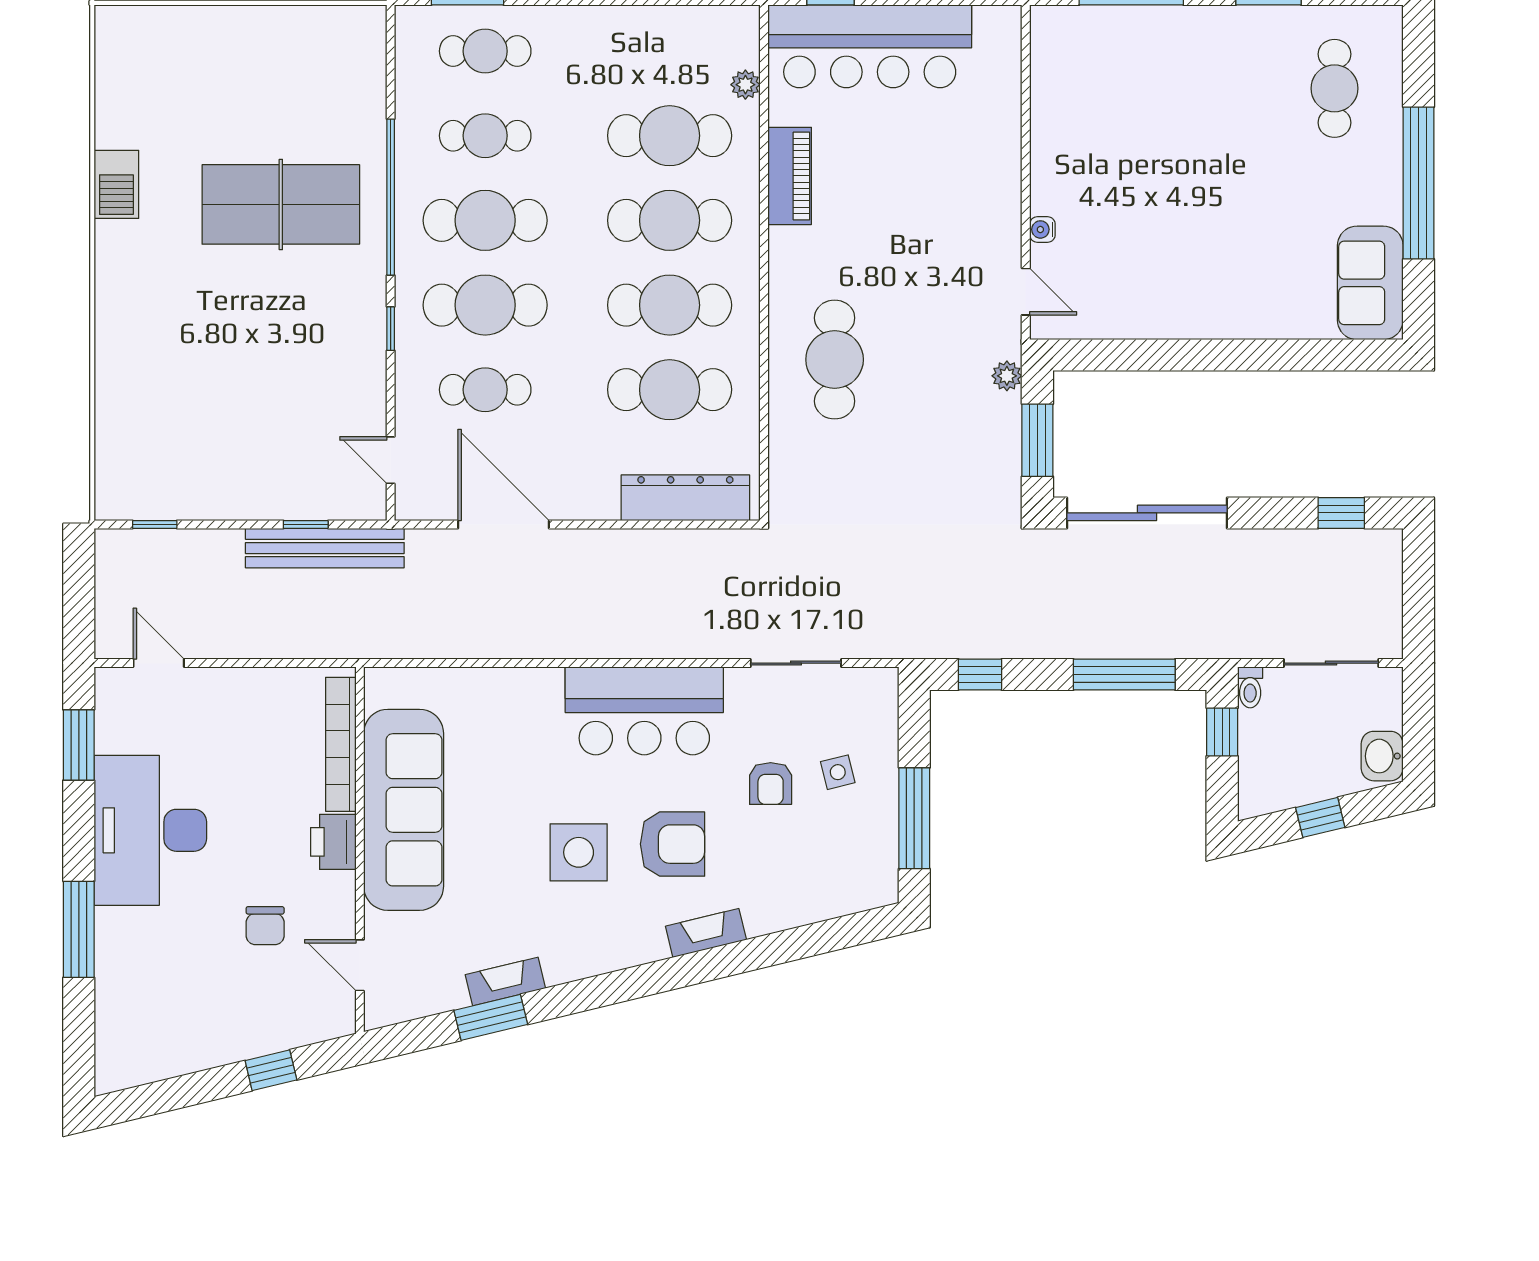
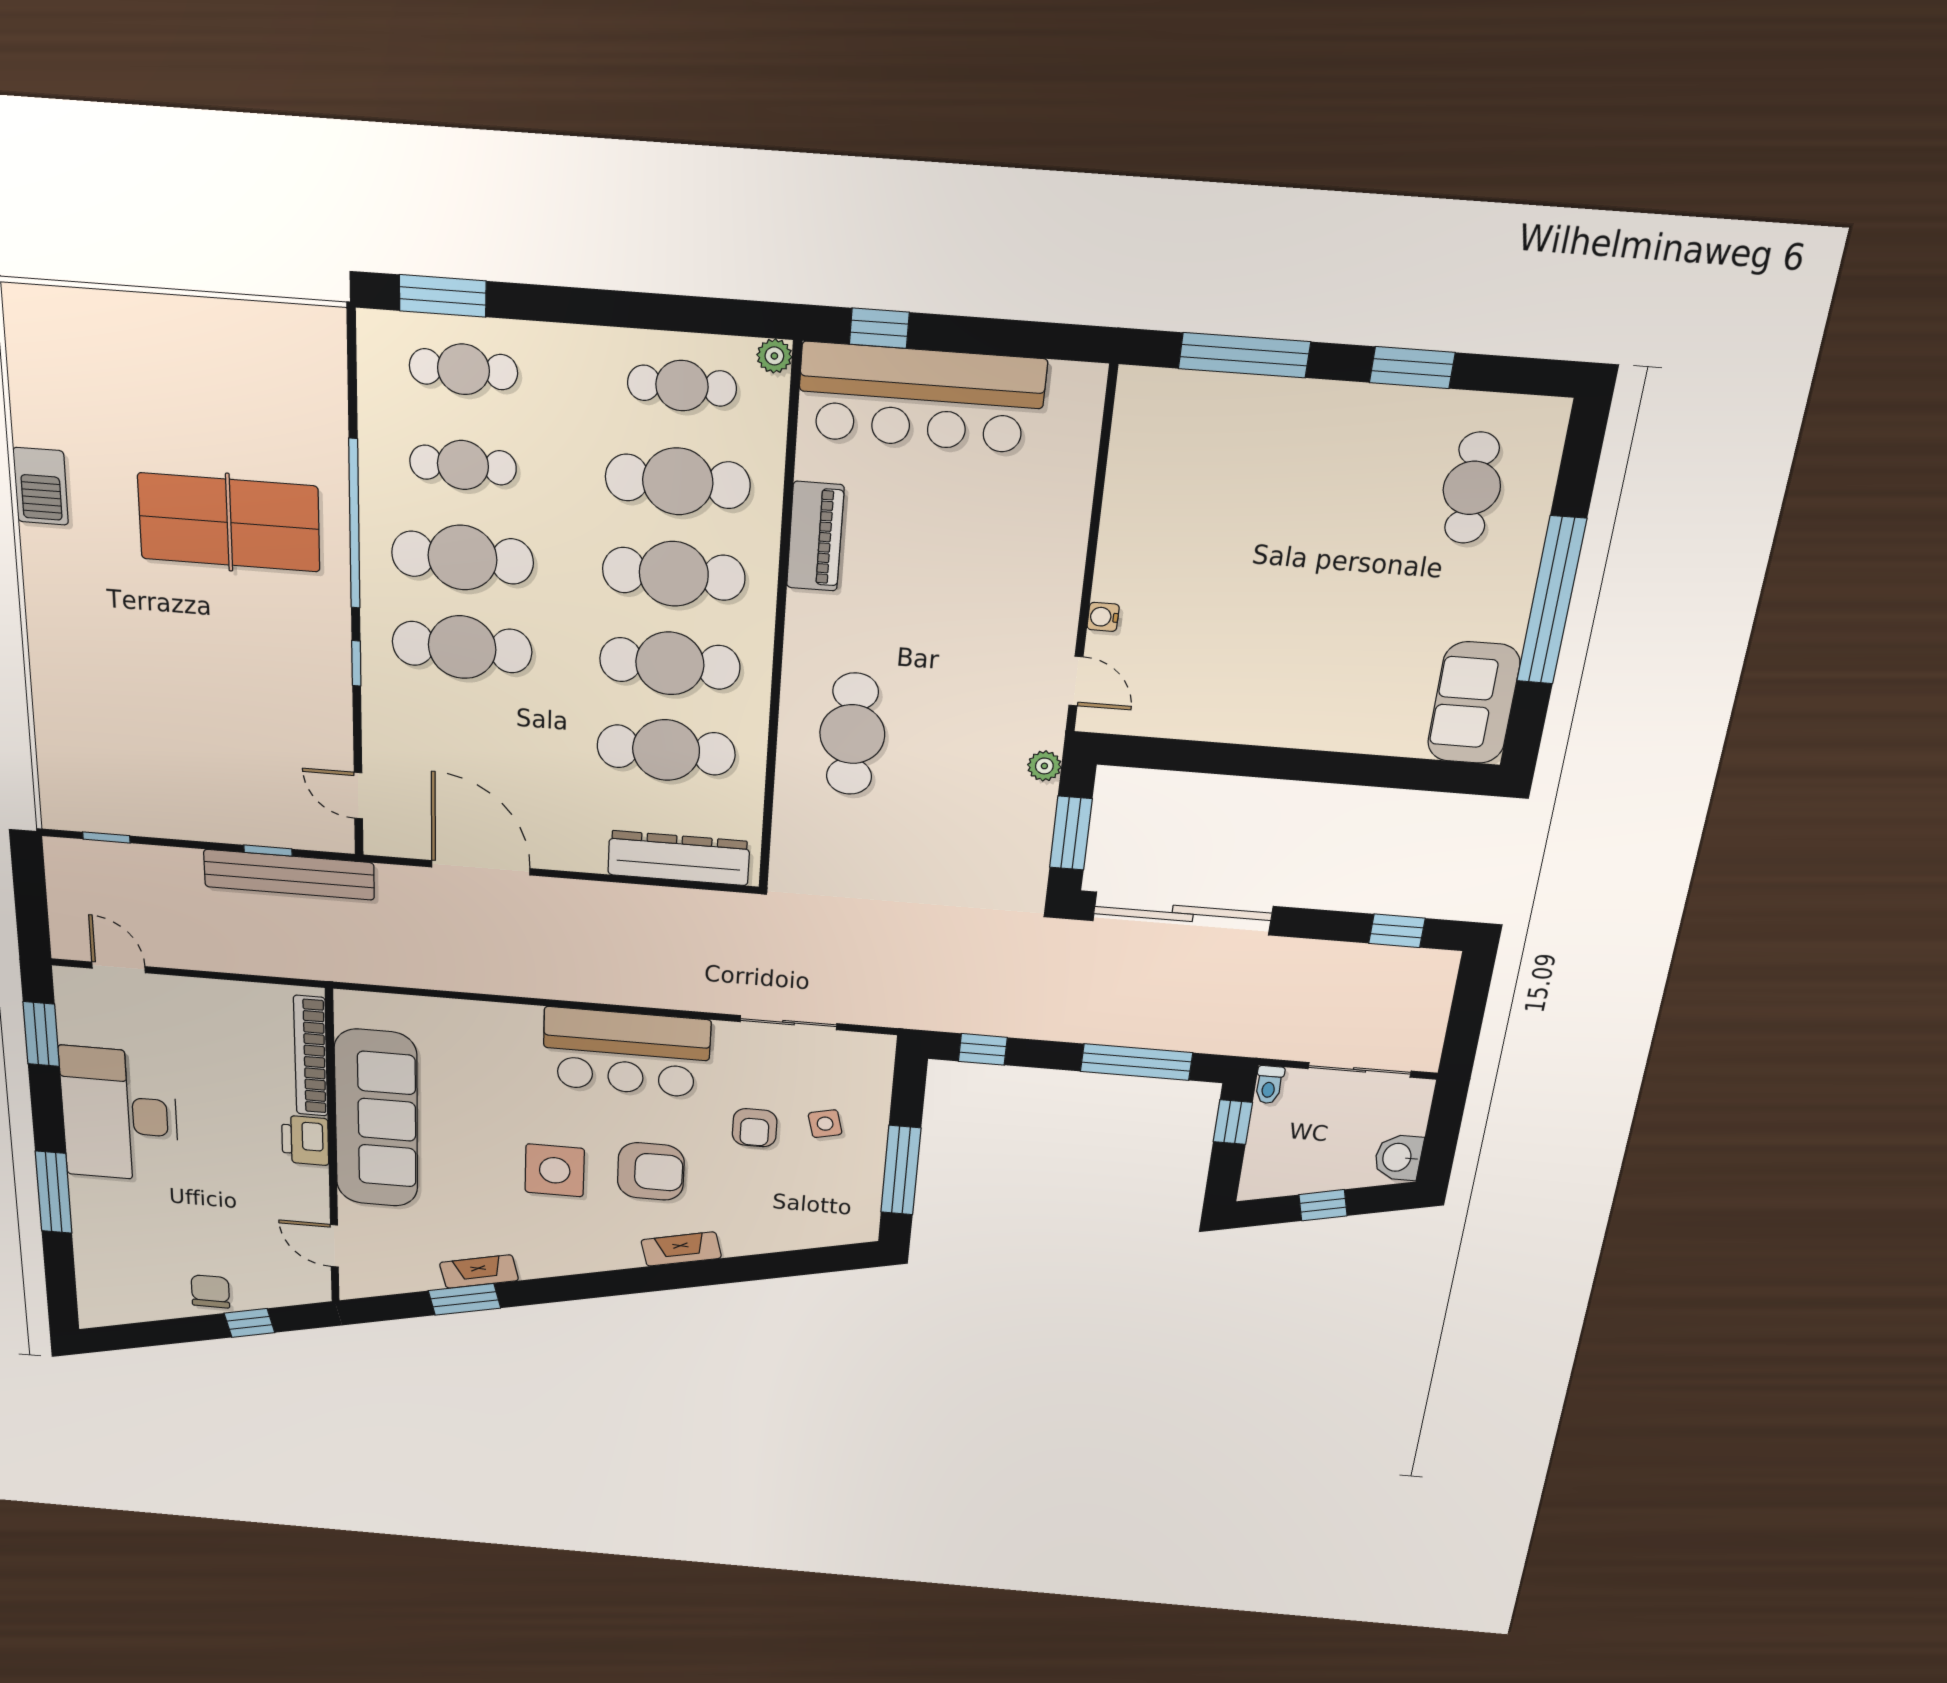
plant: (745, 85) -> (774, 356), moved
cafe table: (485, 390) -> (682, 386), moved
chair: (265, 926) -> (210, 1291), moved, turned 180

